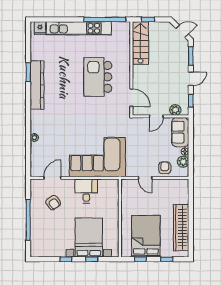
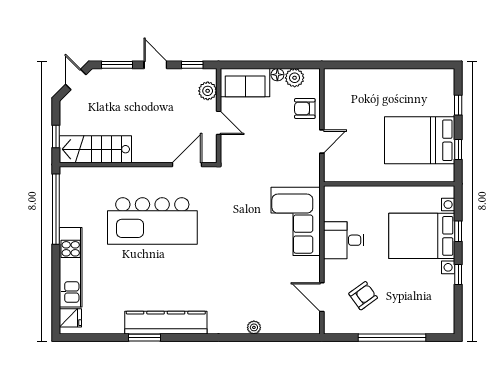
kitchen unit: (79, 28) -> (71, 267), width x0.73
kitchen island: (98, 77) -> (152, 221), width x1.37
corner sofa: (97, 157) -> (296, 221), width x0.73, depth x0.74
wardrobe: (181, 228) -> (405, 81), removed

